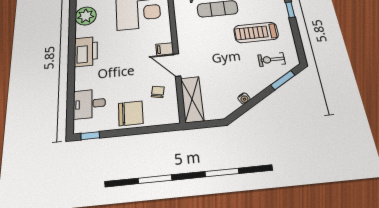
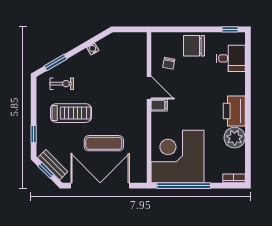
plant: (86, 16) -> (235, 138), moved
shelving: (192, 99) -> (139, 53), removed

